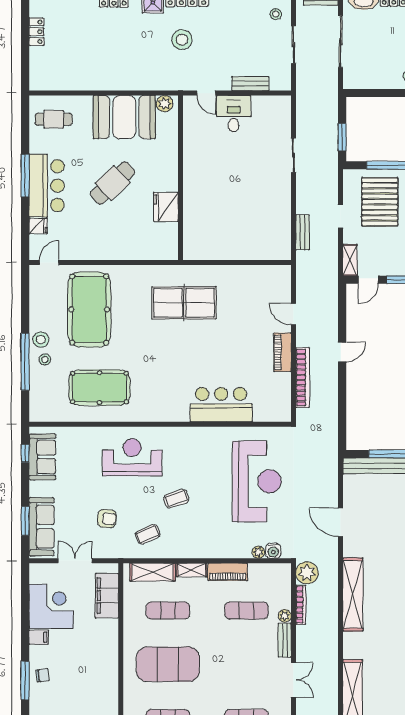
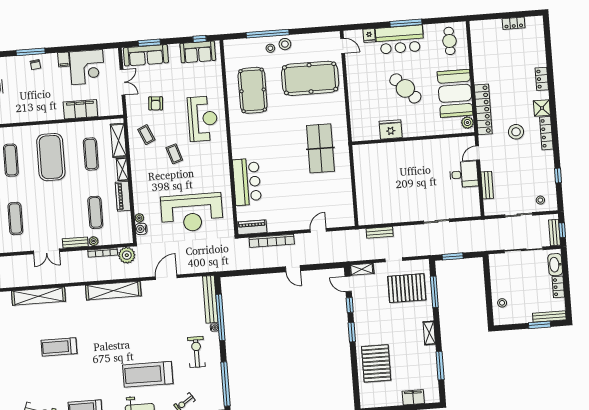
locker: (149, 81) -> (483, 109), added
piano: (282, 352) -> (252, 227), moved
filing cabinet: (107, 596) -> (80, 109), moved

